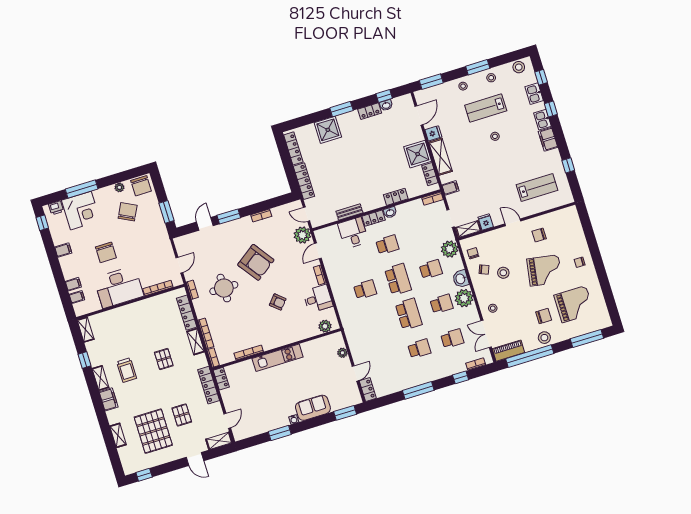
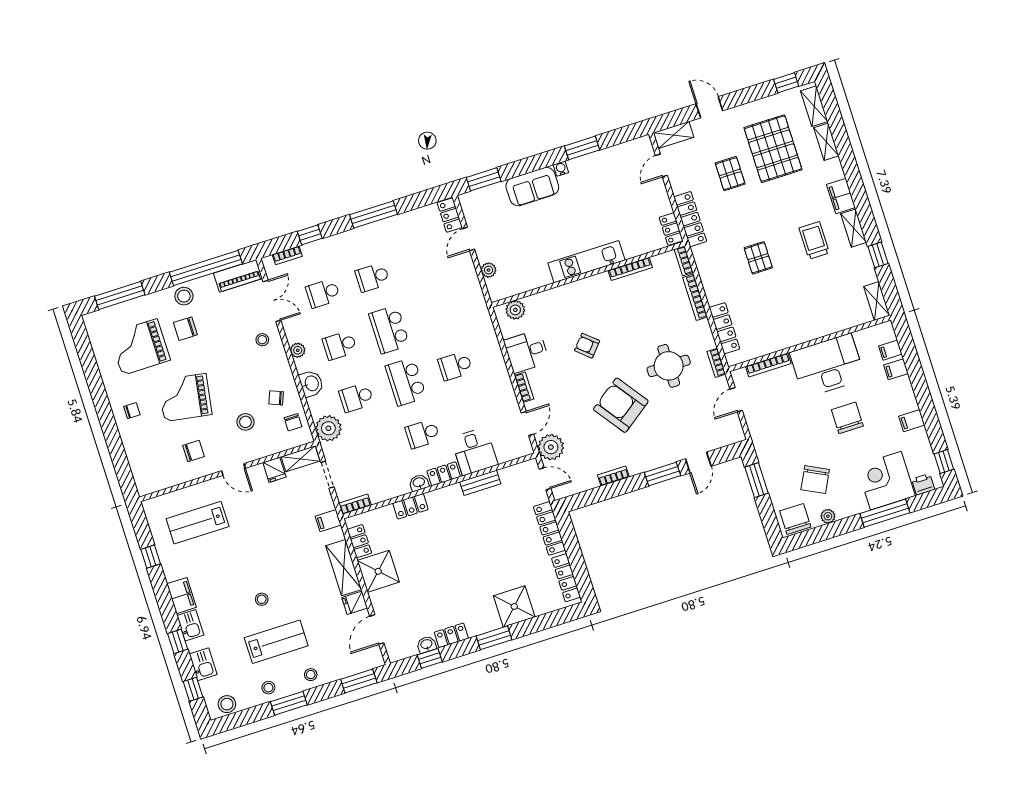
stool: (503, 273) -> (245, 422), moved
plant: (464, 298) -> (298, 350), width x0.53, depth x0.53
shelving: (196, 342) -> (814, 106), moved

